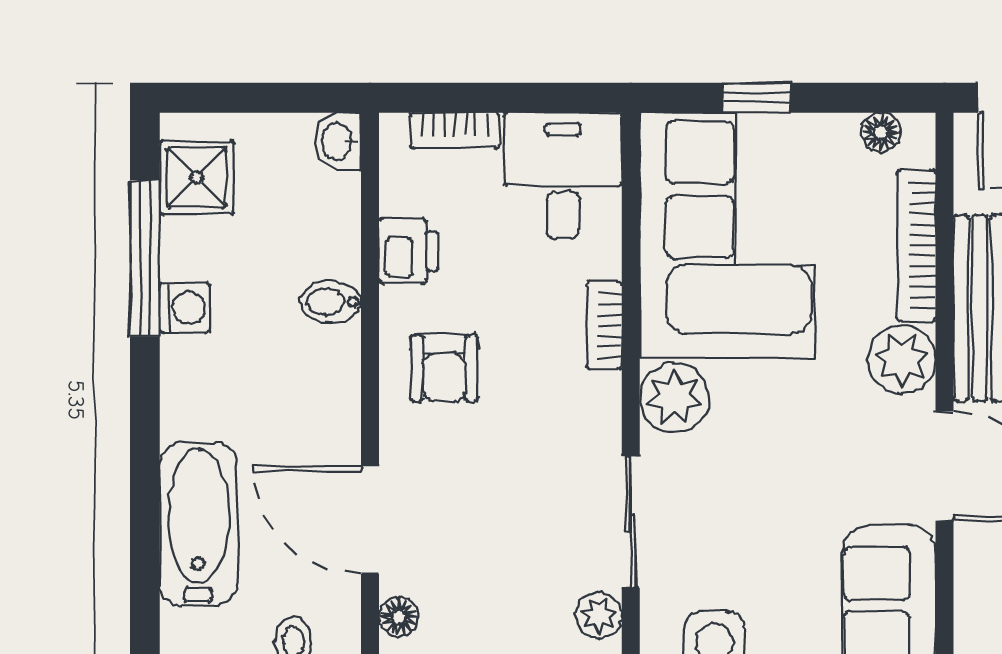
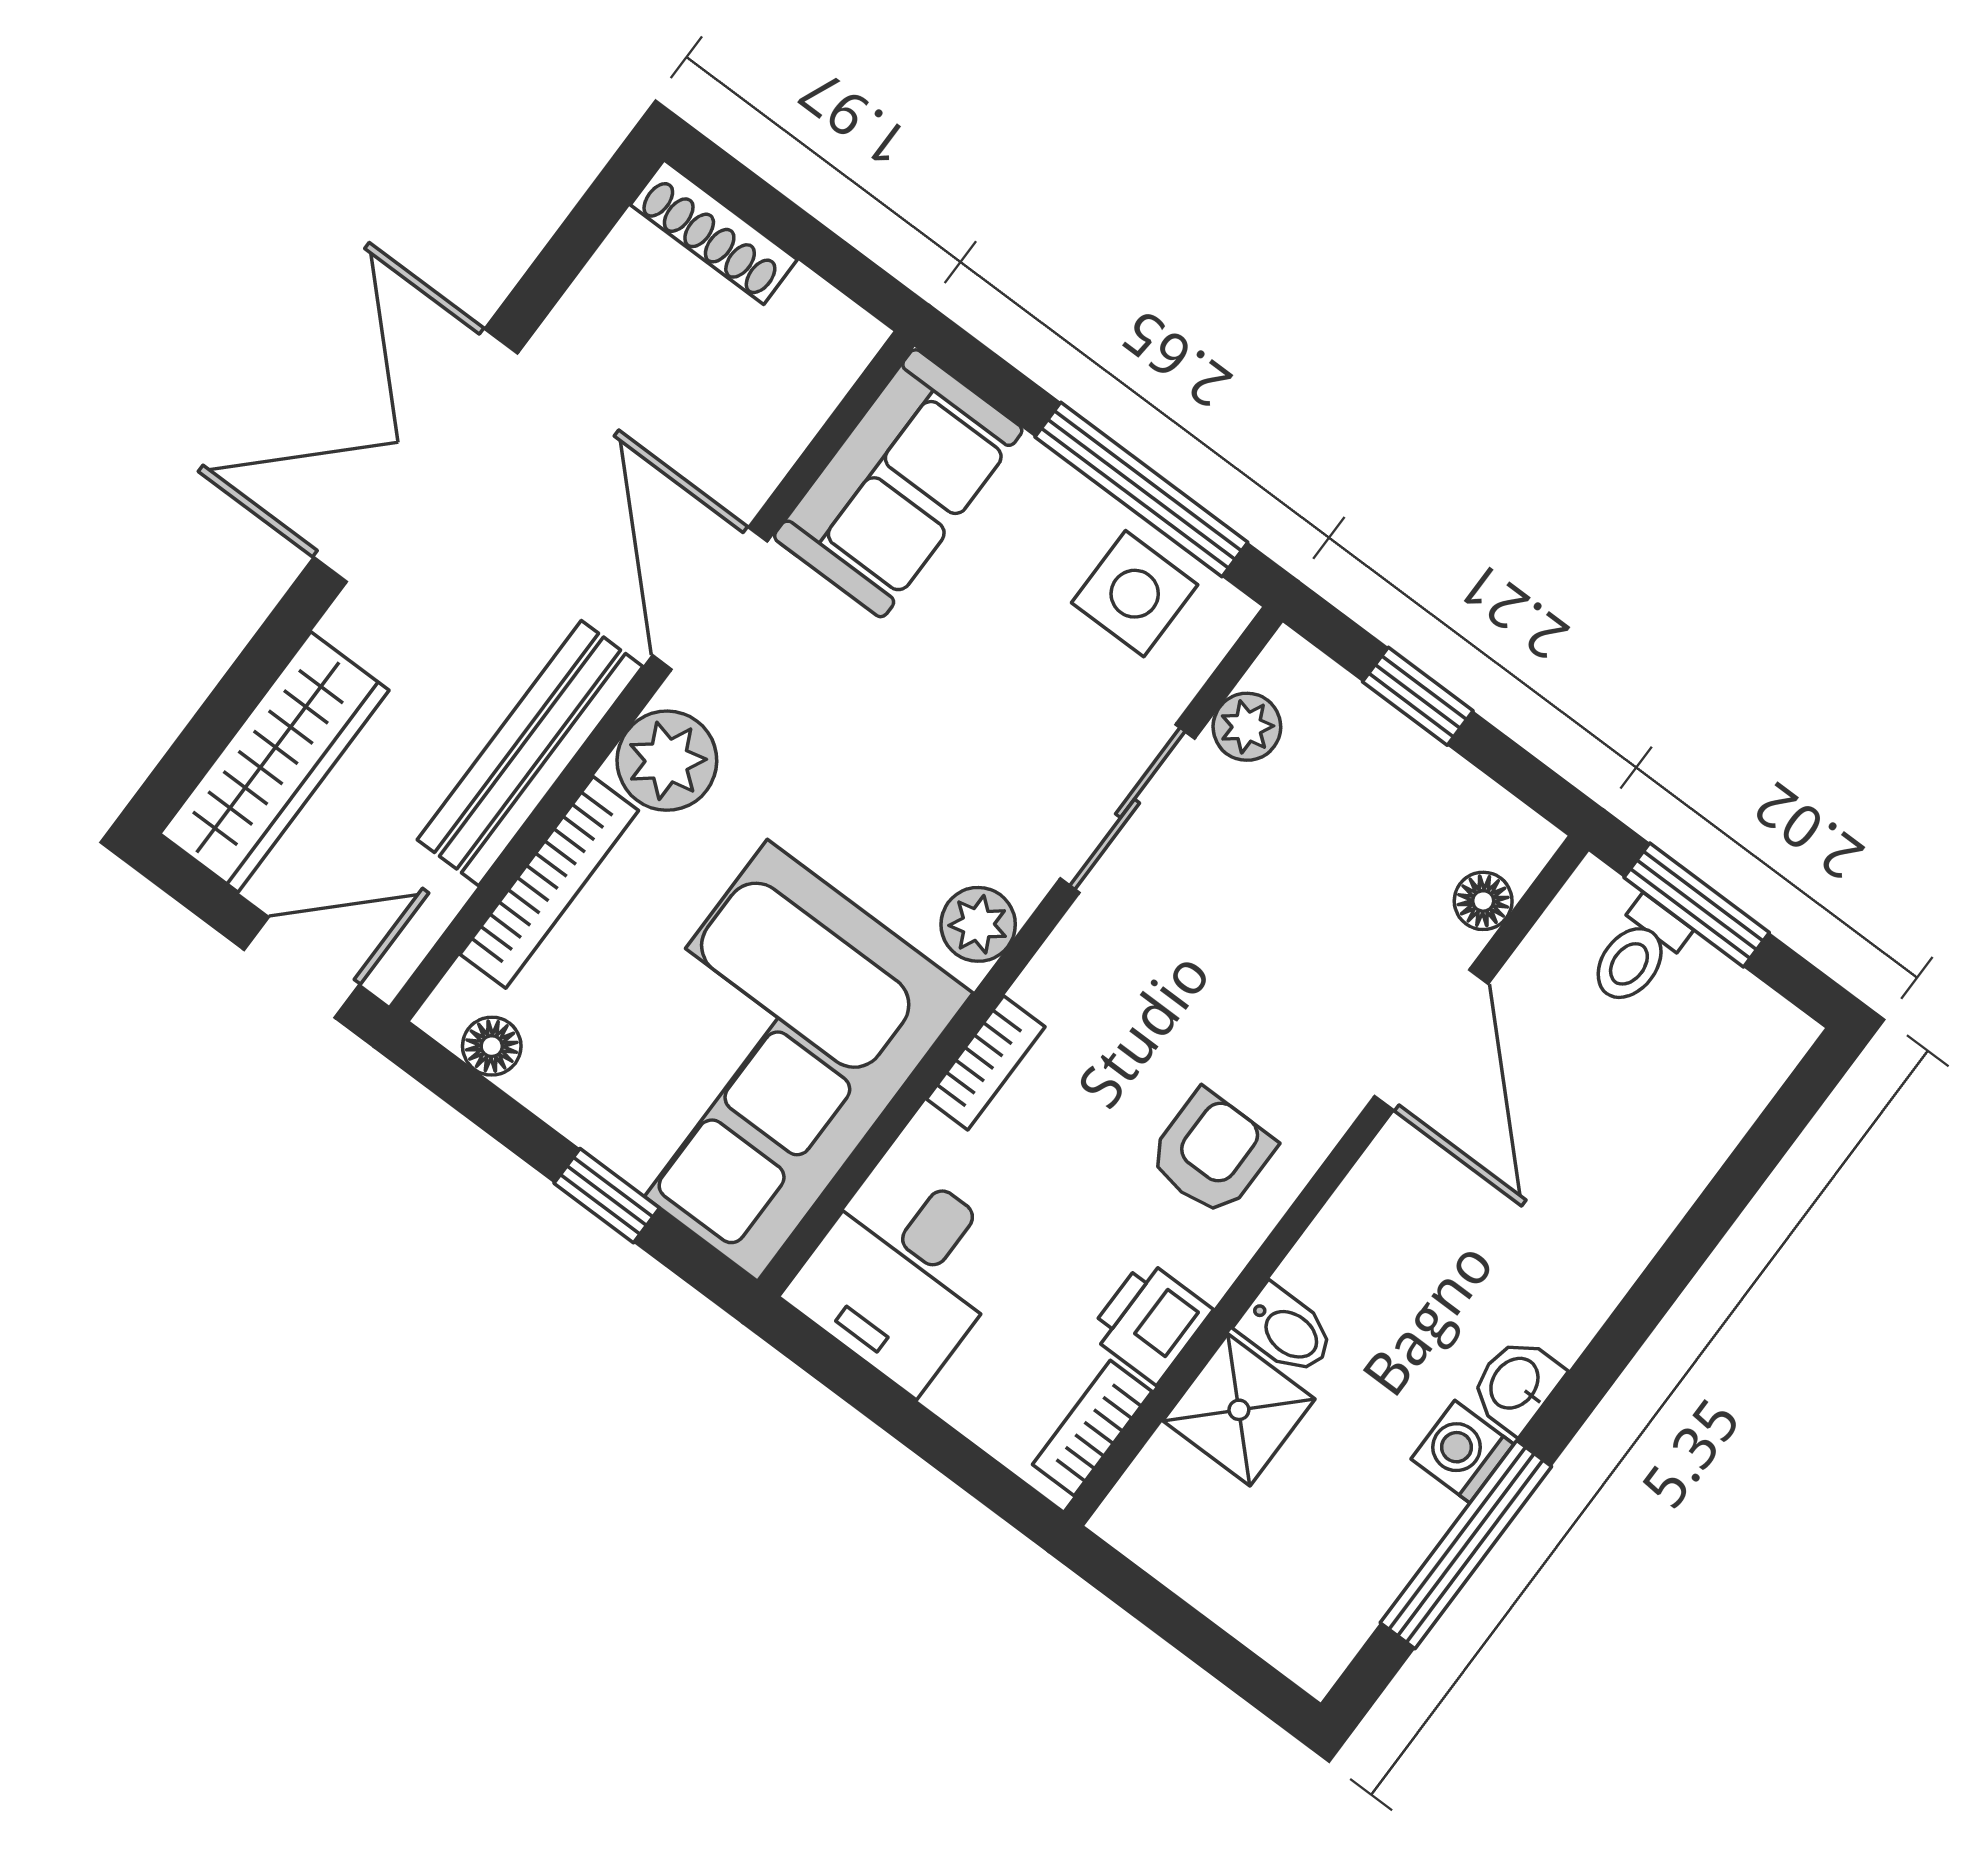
bookcase: (455, 130) -> (1092, 1428), moved, turned -90
washbasin: (338, 141) -> (1516, 1384), moved, turned 180
shower: (197, 177) -> (1239, 1410), moved
plant: (674, 398) -> (978, 924), width x0.73, depth x0.73
bathtub: (198, 524) -> (1637, 1185), removed

